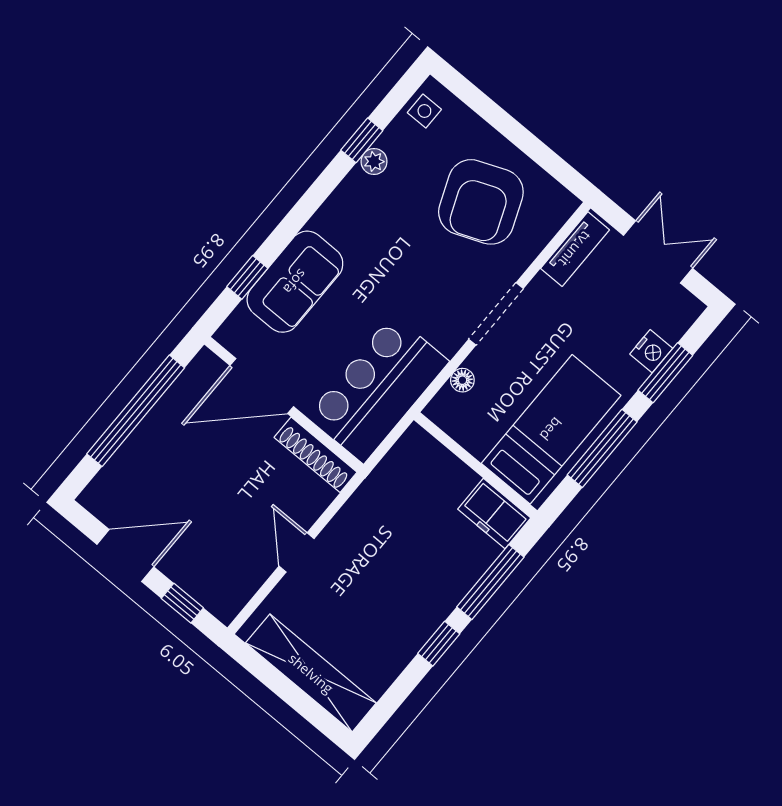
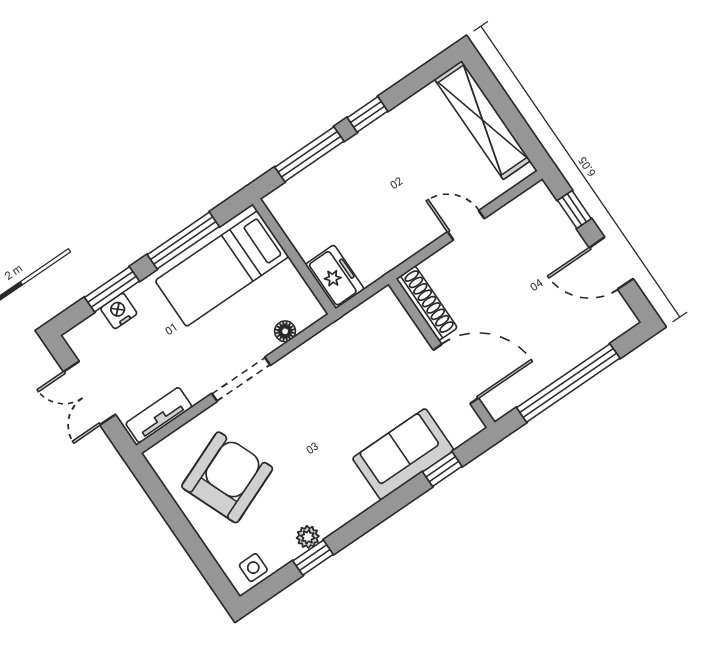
bar counter: (378, 389) -> (358, 344), removed
freezer: (494, 514) -> (335, 277), moved
door: (297, 552) -> (466, 225), swing flipped

